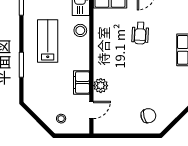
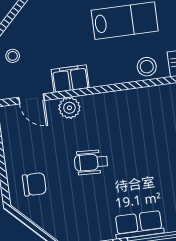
wheelchair: (140, 33) -> (91, 162), moved
chair: (148, 116) -> (34, 184), turned -76

